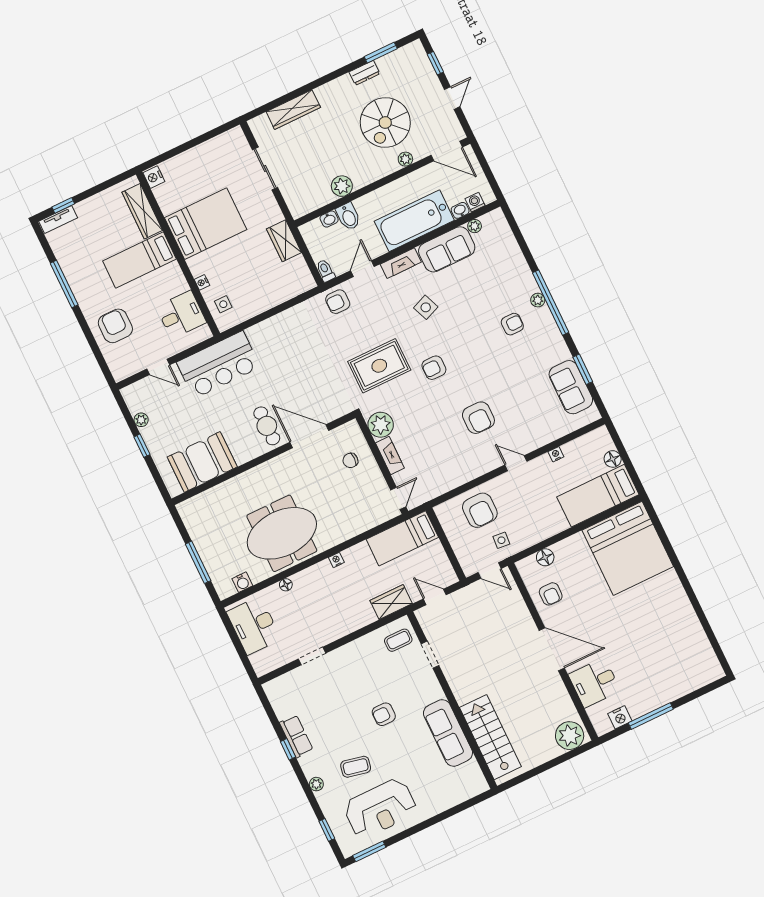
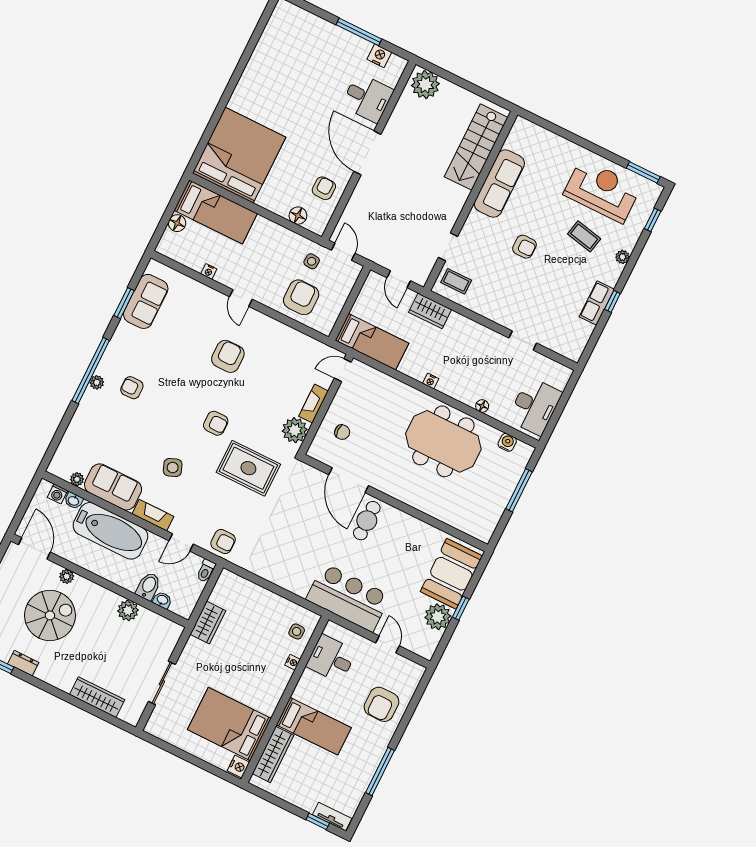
bed: (206, 224) -> (229, 724), moved
plant: (141, 420) -> (438, 617), width x1.87, depth x1.87
booth: (202, 462) -> (451, 574), moved, turned 90

